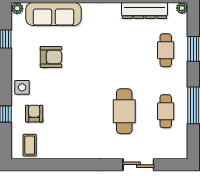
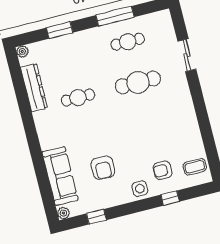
cafe table: (166, 50) -> (78, 98), moved
armchair: (51, 57) -> (103, 168), turned 180

